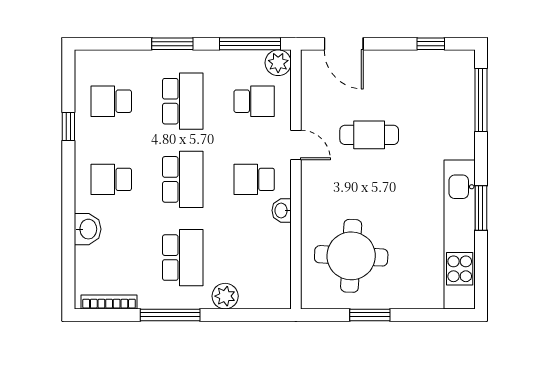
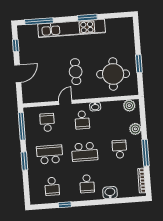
door: (344, 44) -> (18, 74), moved
plant: (278, 63) -> (129, 106), moved
cafe table: (369, 135) -> (76, 72), moved
school desk: (183, 179) -> (85, 152), turned 180
kitchen unit: (460, 234) -> (72, 28), moved
school desk: (183, 258) -> (120, 149), width x0.54

